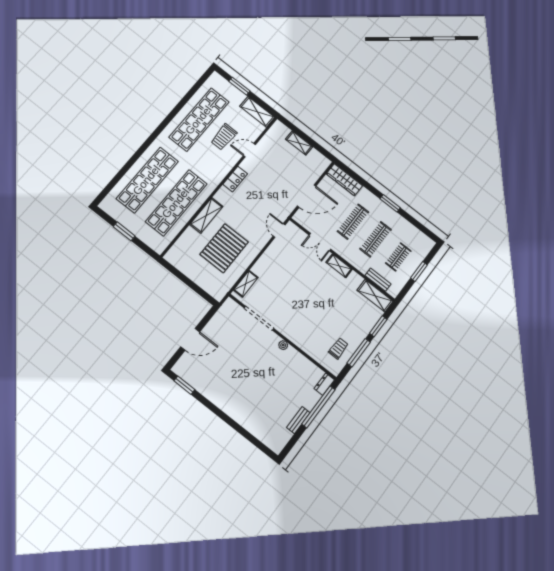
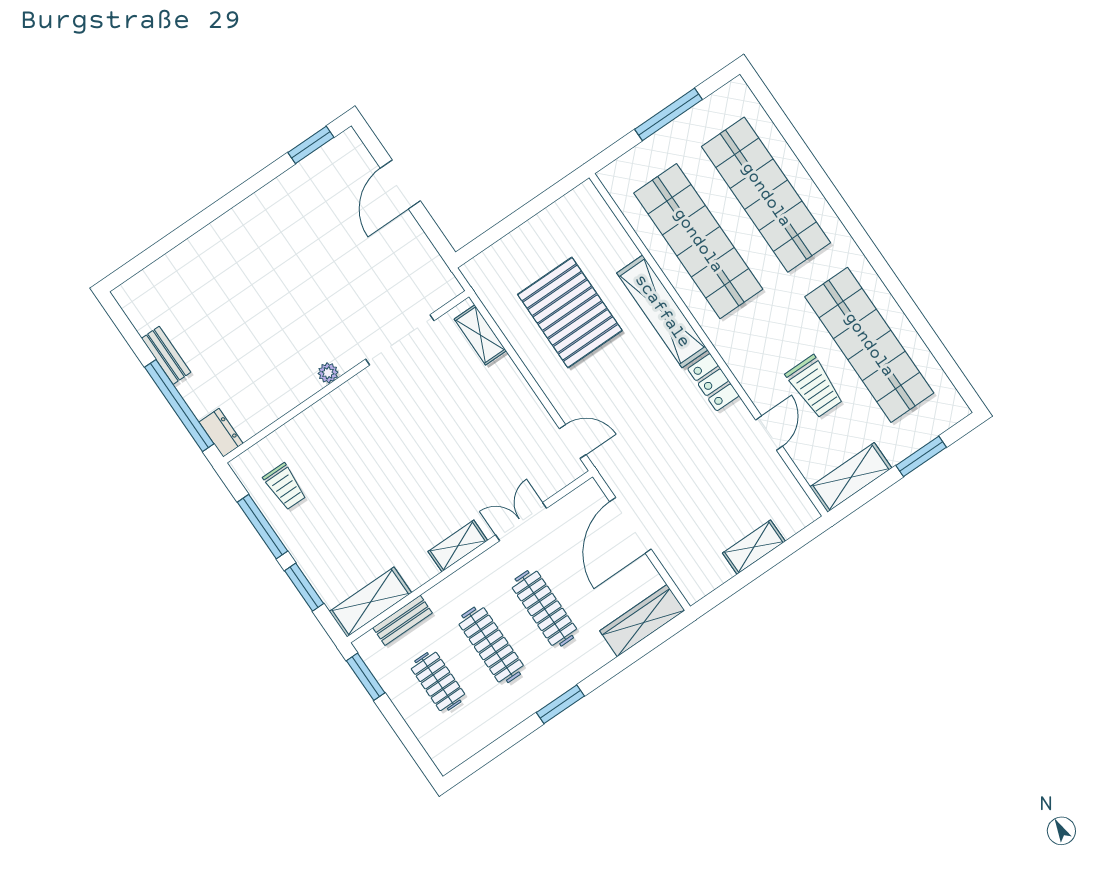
trolley: (224, 137) -> (815, 387), turned 180
shelving: (206, 215) -> (662, 311), width x1.47
window: (124, 231) -> (669, 114), width x1.44
window: (419, 272) -> (366, 677), moved

